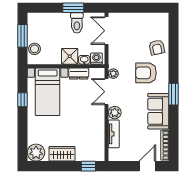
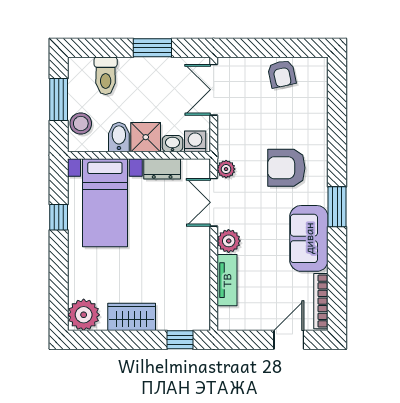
toilet: (77, 23) -> (106, 76), moved
armchair: (157, 48) -> (282, 74), moved
bidet: (55, 56) -> (119, 137), added

